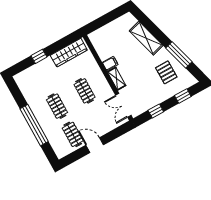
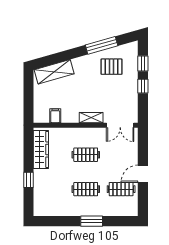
shelving: (146, 38) -> (54, 72), moved
filing cabinet: (110, 63) -> (55, 116), moved
window: (156, 111) -> (143, 86), moved
window: (34, 125) -> (92, 221), width x0.47

